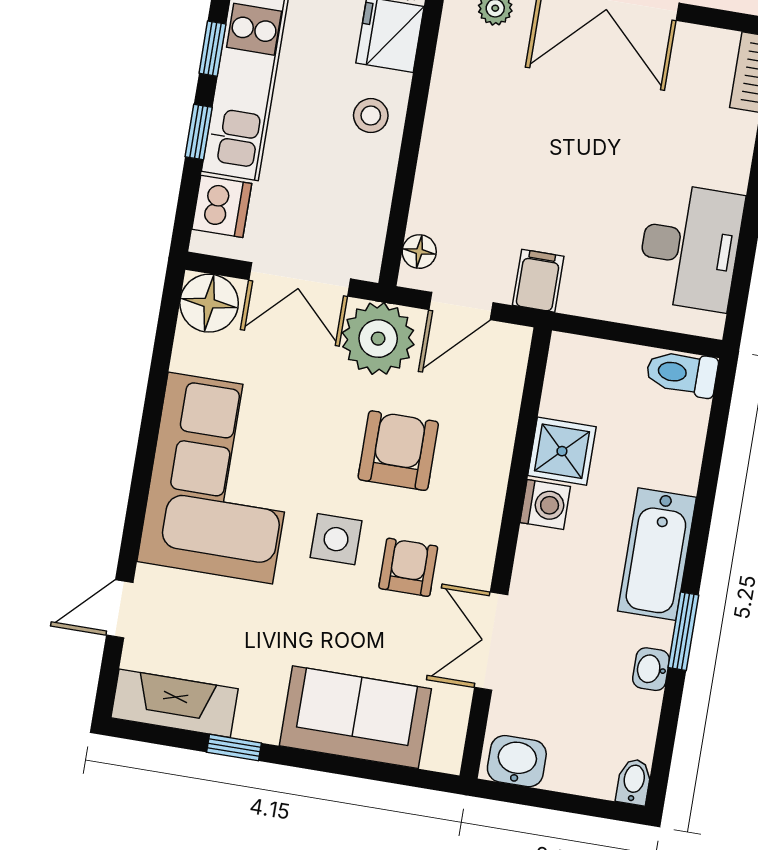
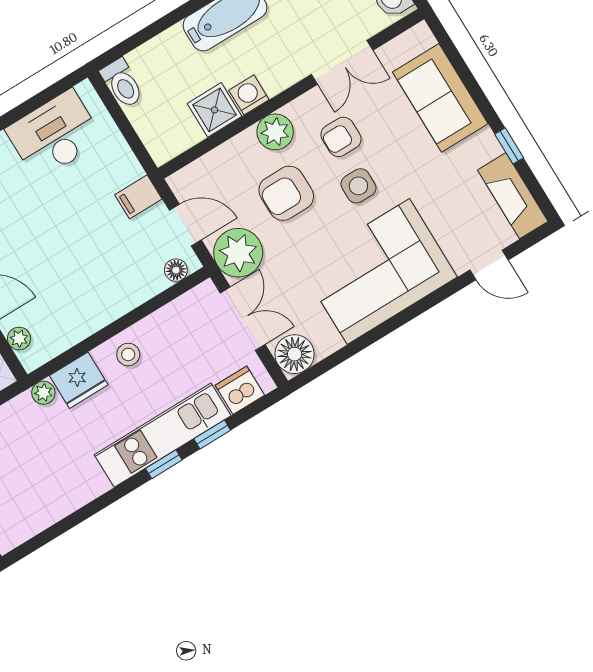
plant: (478, 498) -> (275, 132), added

